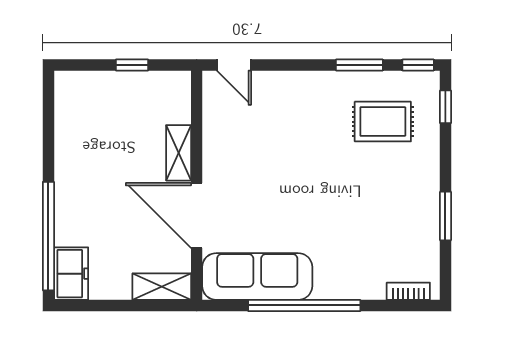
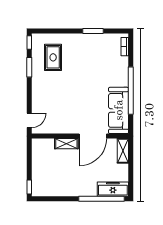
window: (132, 65) -> (29, 187), moved
window: (445, 107) -> (47, 31), removed
freezer: (71, 274) -> (113, 189), width x1.40

